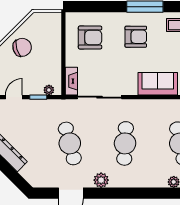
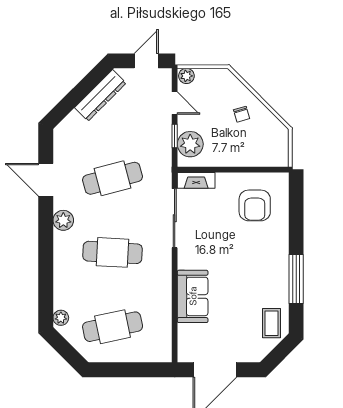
armchair: (136, 37) -> (256, 267), removed
chair: (22, 47) -> (242, 114), width x0.54, depth x0.54
plant: (49, 90) -> (190, 144), width x1.87, depth x1.87

